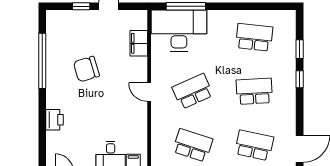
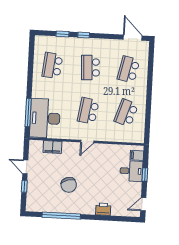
school desk: (193, 91) -> (88, 111), turned 33

